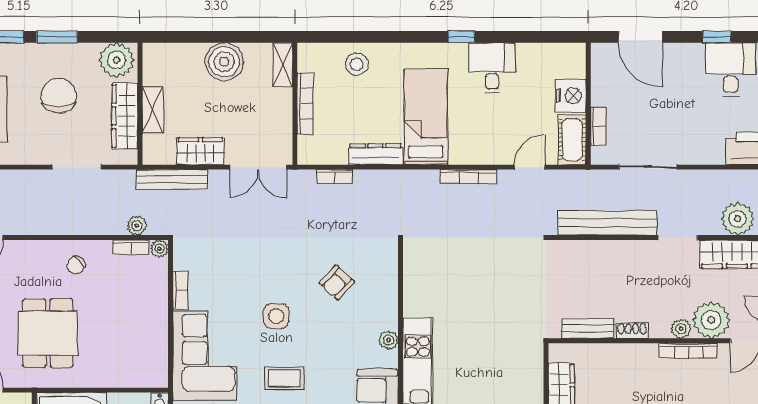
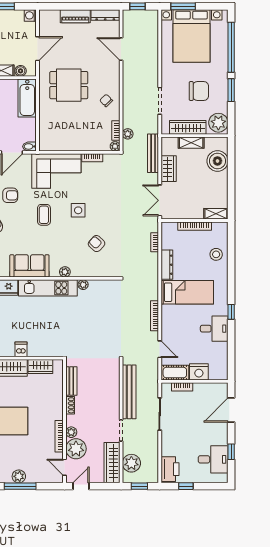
boiler: (224, 62) -> (217, 161), moved
plant: (412, 307) -> (83, 285), added

